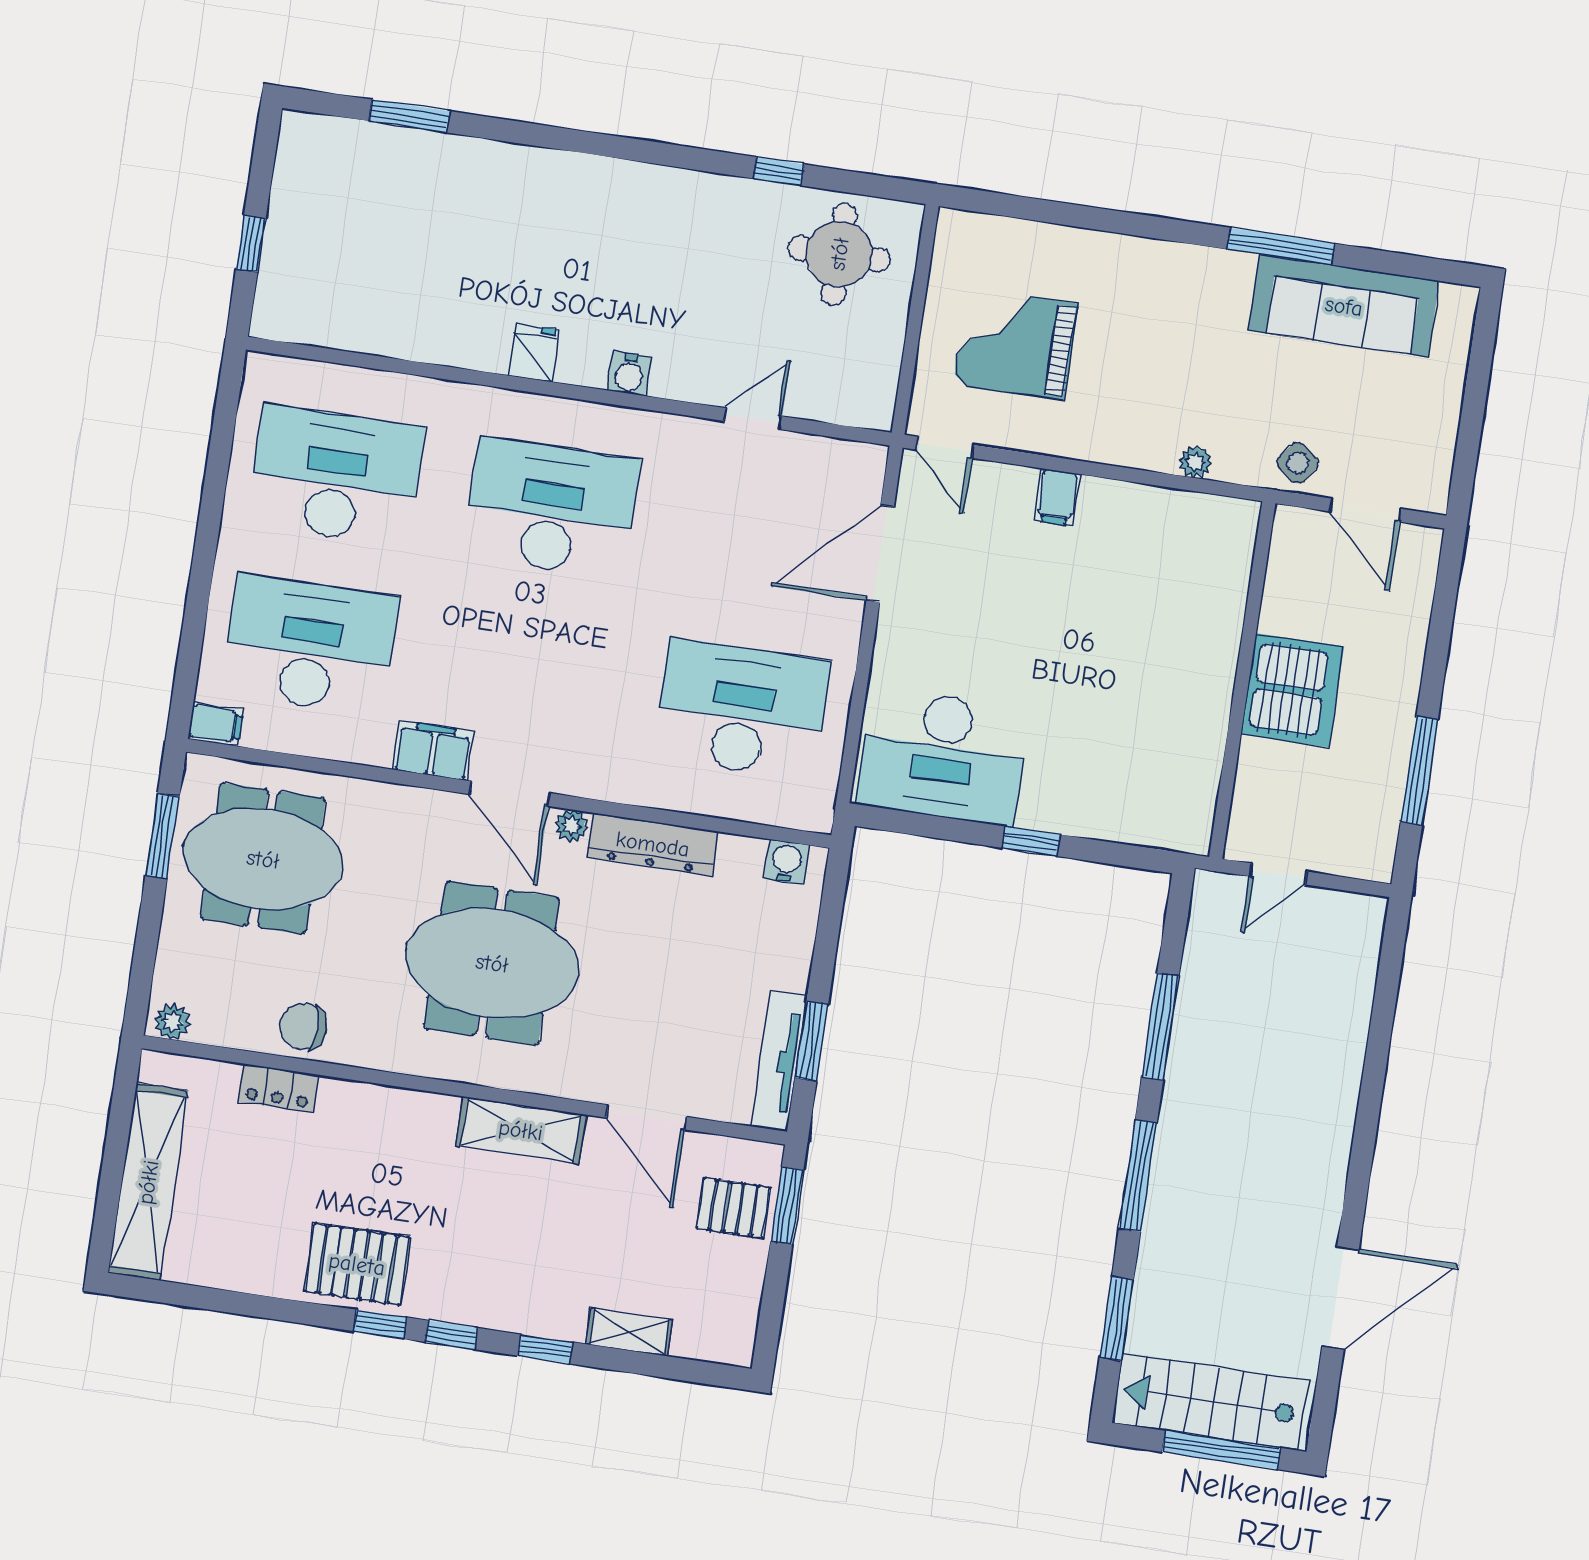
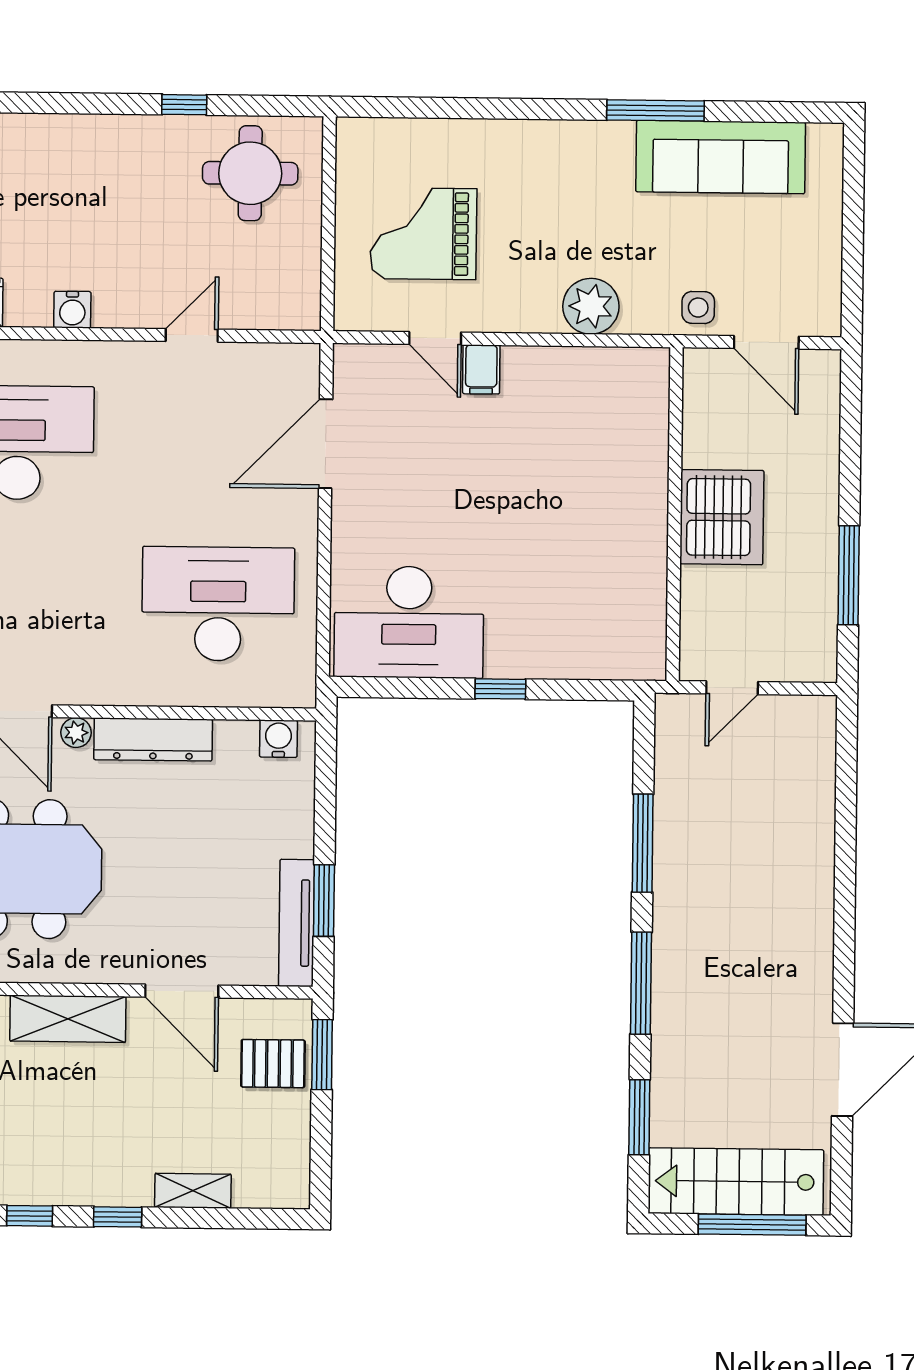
door: (945, 447) -> (435, 338), moved
plant: (1195, 462) -> (591, 306), width x1.87, depth x1.87
side table: (1298, 463) -> (698, 308), turned -37

